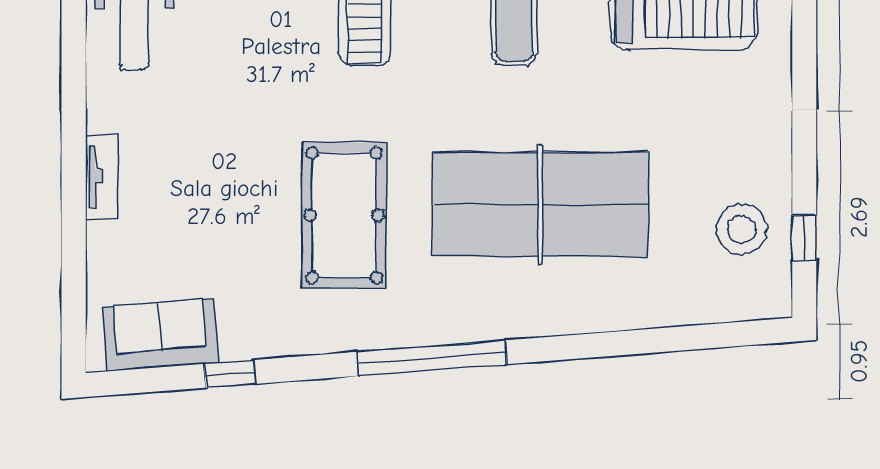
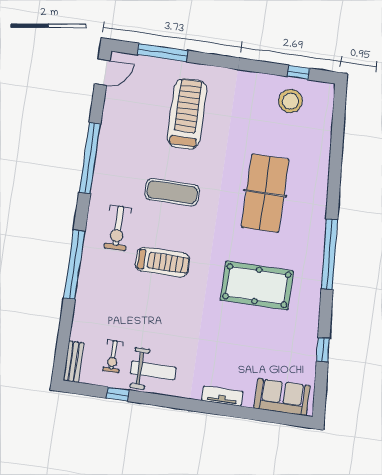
table tennis table: (541, 204) -> (265, 193), width x0.73, depth x0.76
sofa: (161, 335) -> (282, 397), moved, turned 94

